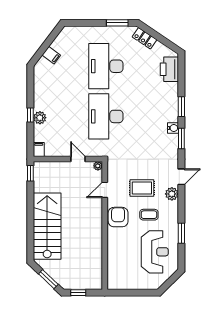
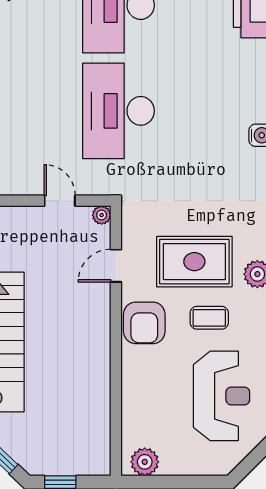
rug: (142, 188) -> (194, 262), width x1.36, depth x1.43
armchair: (118, 217) -> (144, 323), turned 180
plant: (118, 283) -> (145, 462), added

